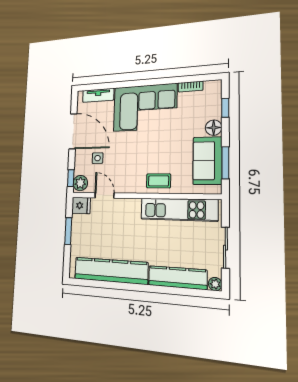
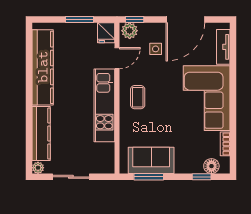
floor lamp: (214, 128) -> (211, 166), moved
coffee table: (159, 181) -> (138, 97), moved
kitchen unit: (179, 210) -> (104, 105), moved

